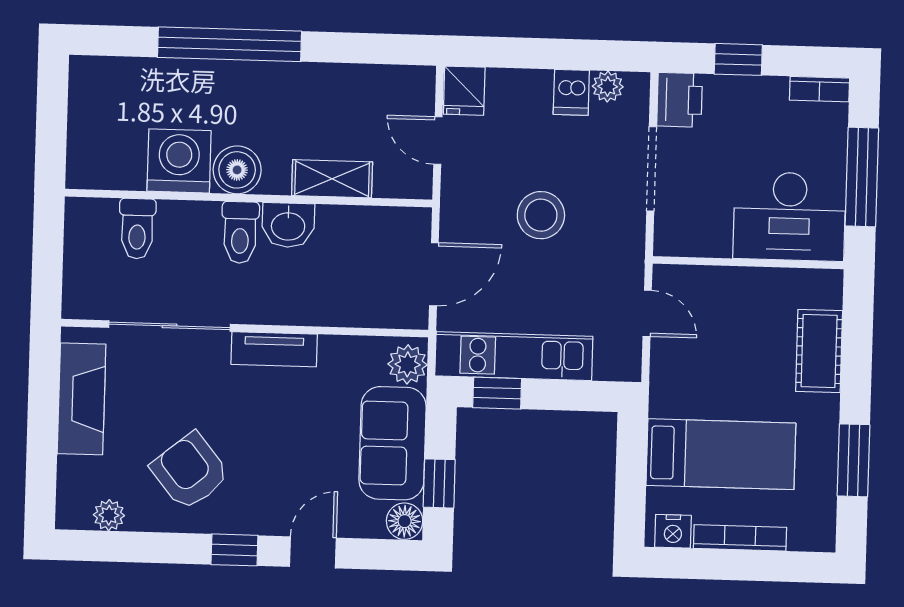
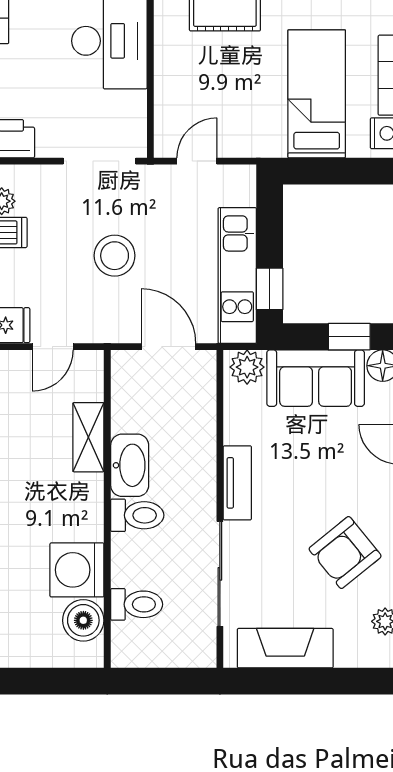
doorway: (652, 169) -> (99, 161), moved
boiler: (237, 170) -> (83, 620), moved
washbasin: (288, 225) -> (130, 465), width x1.38

